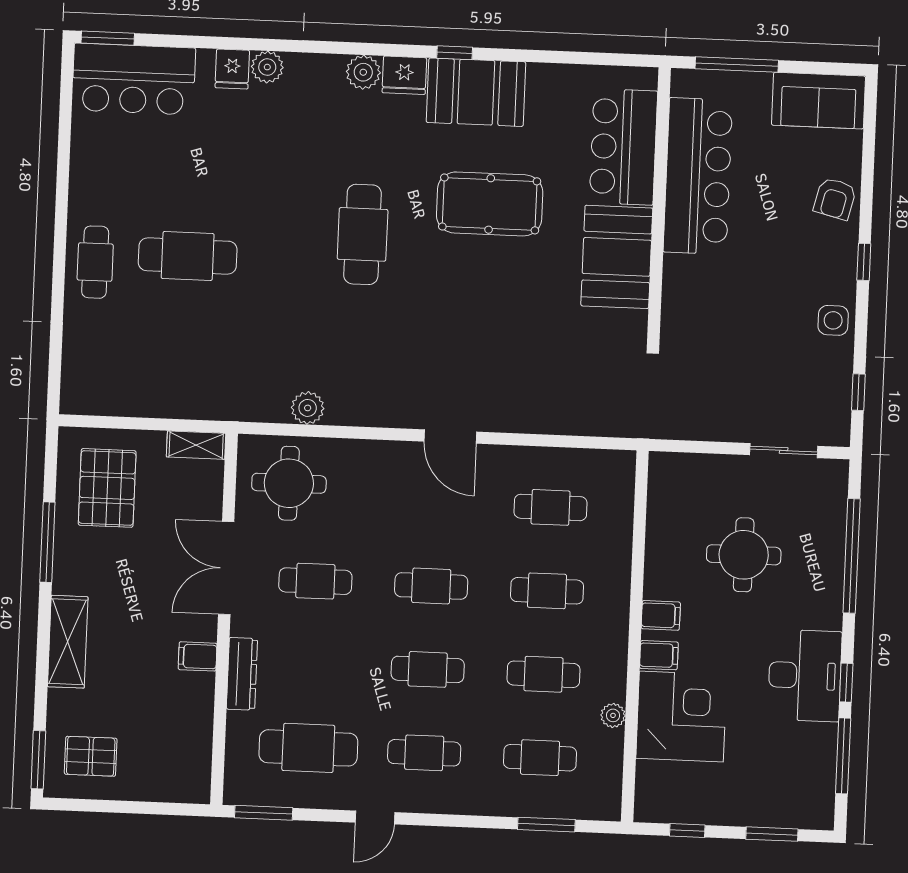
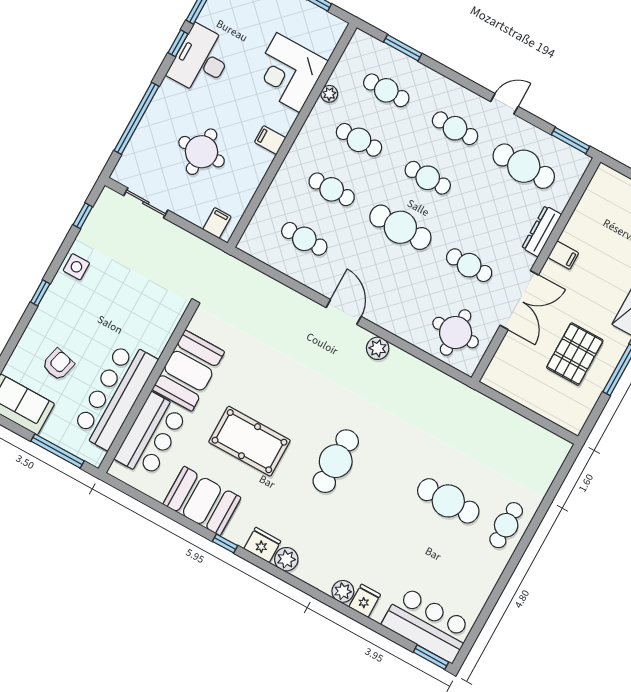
booth: (476, 92) -> (202, 501), moved
armchair: (835, 199) -> (58, 364), moved
plant: (308, 408) -> (378, 348), moved
shelving: (196, 445) -> (500, 384), removed
pallet: (107, 488) -> (575, 354), moved
cafe table: (431, 586) -> (400, 227), width x1.37, depth x1.35
filing cabinet: (659, 655) -> (217, 223), moved, turned 90

